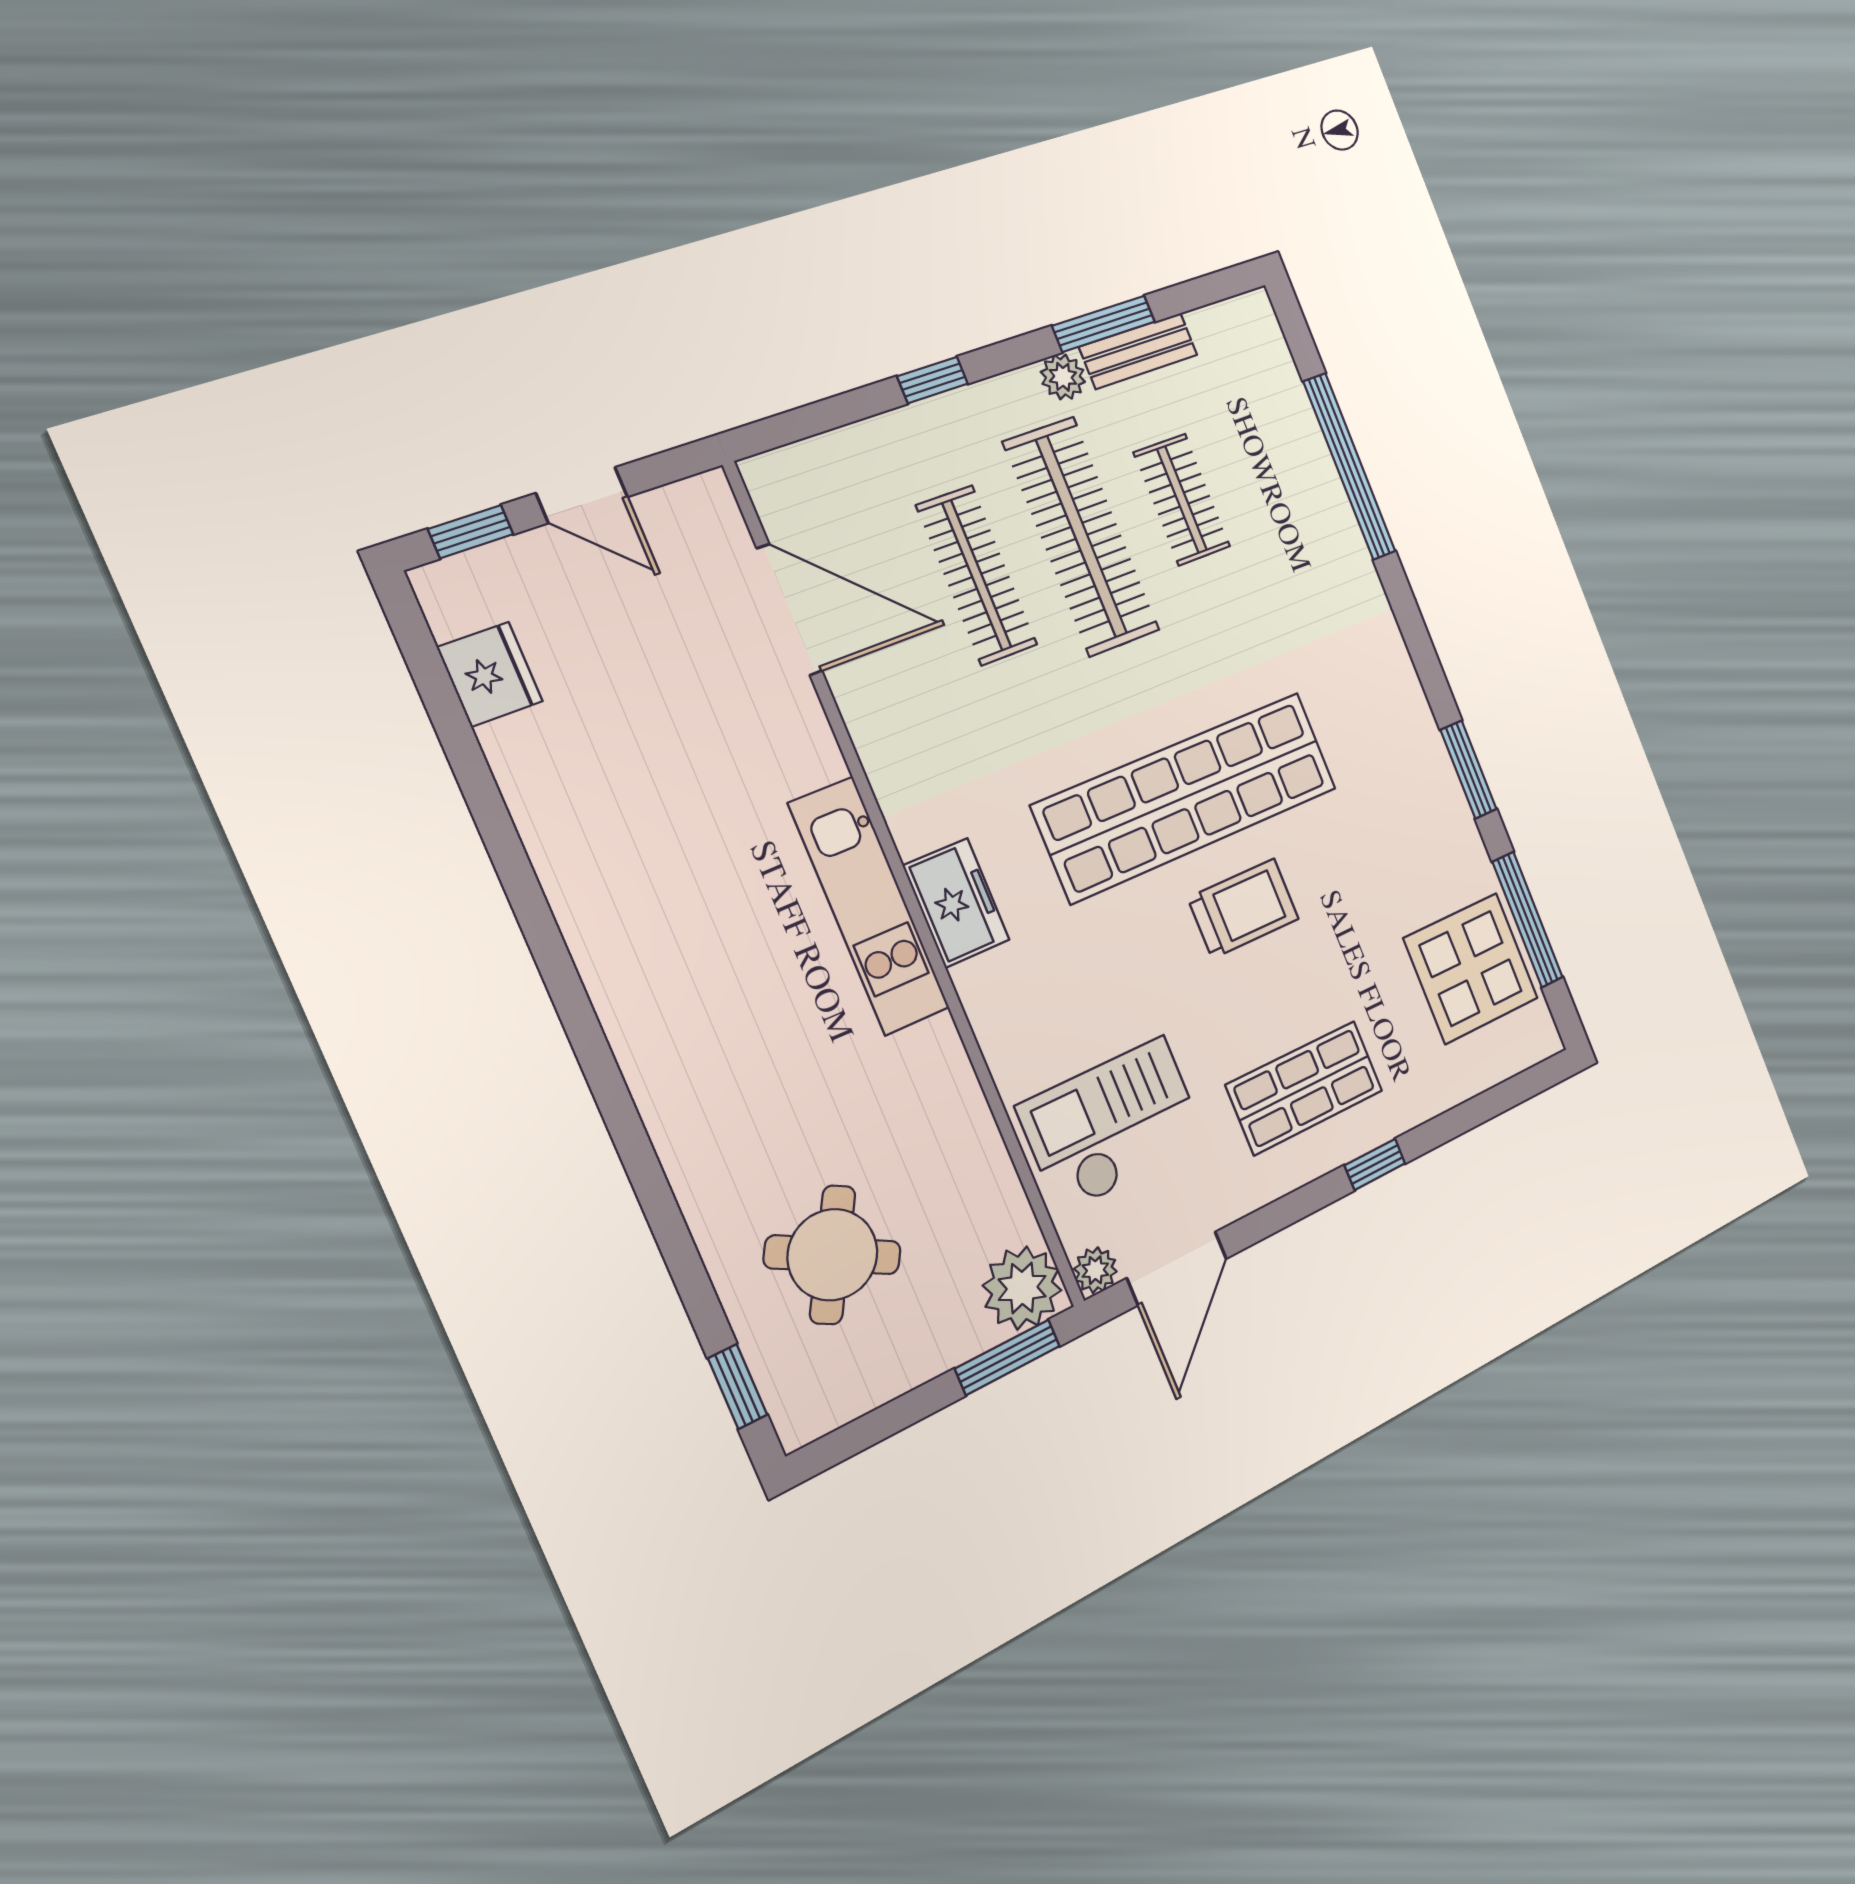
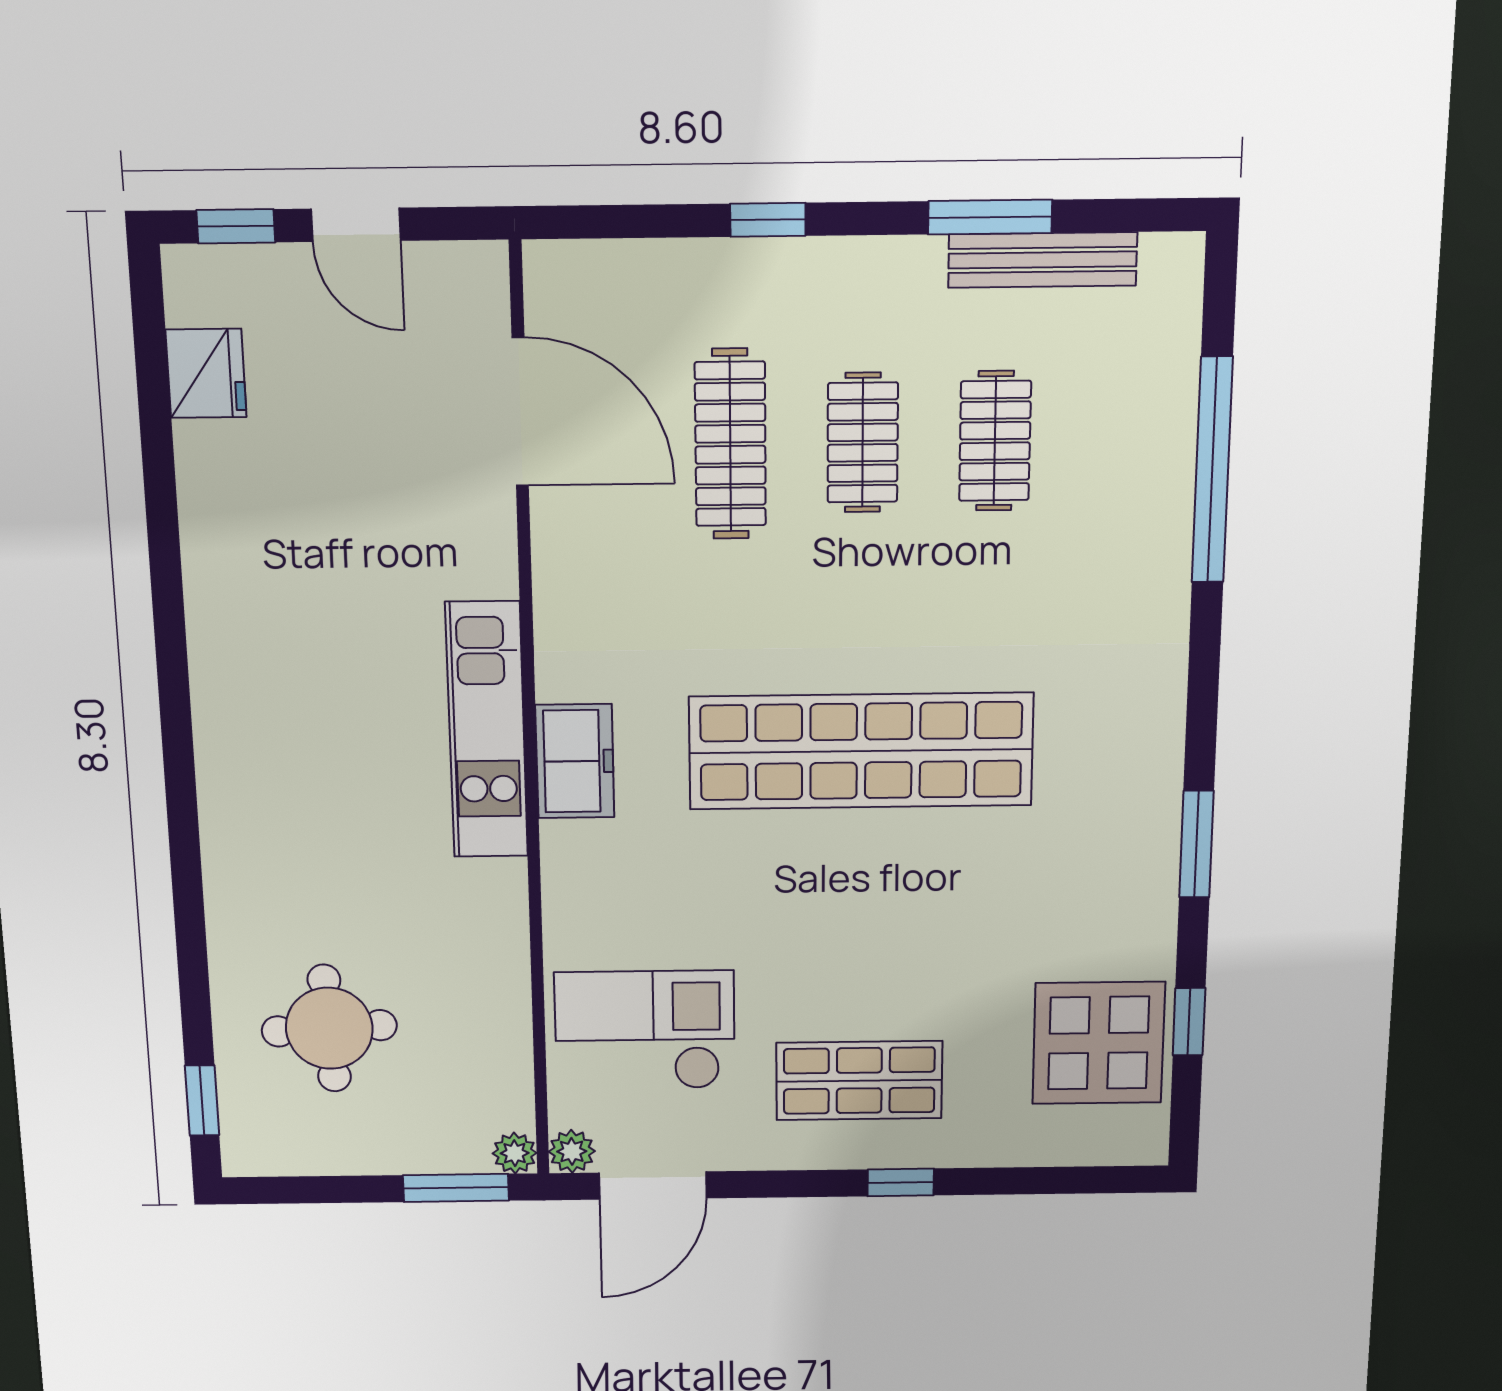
bench: (1138, 351) -> (1043, 260), width x1.36
plant: (1063, 377) -> (917, 262), removed
clothes rail: (1081, 537) -> (863, 443), width x0.54, depth x0.76
trolley: (1243, 908) -> (873, 884), removed
window: (1528, 920) -> (1189, 1022), width x0.46
round table: (833, 1255) -> (329, 1028), turned -32
plant: (1022, 1288) -> (515, 1153), width x0.53, depth x0.53

